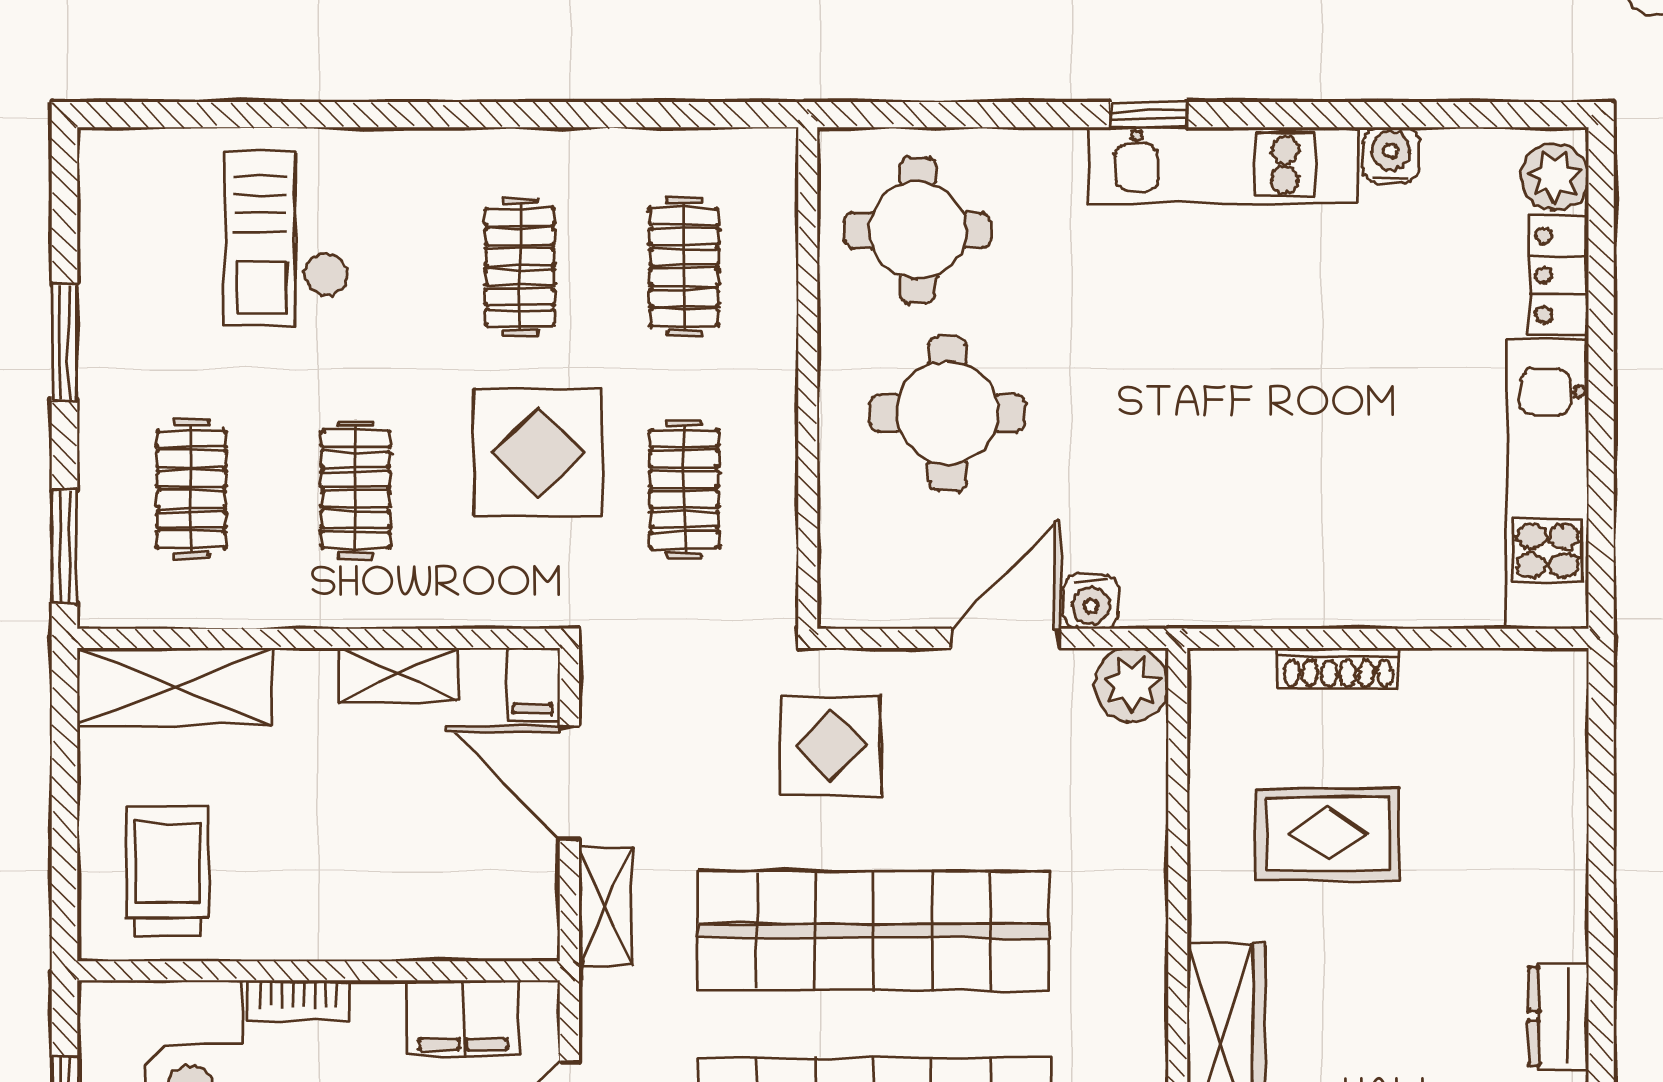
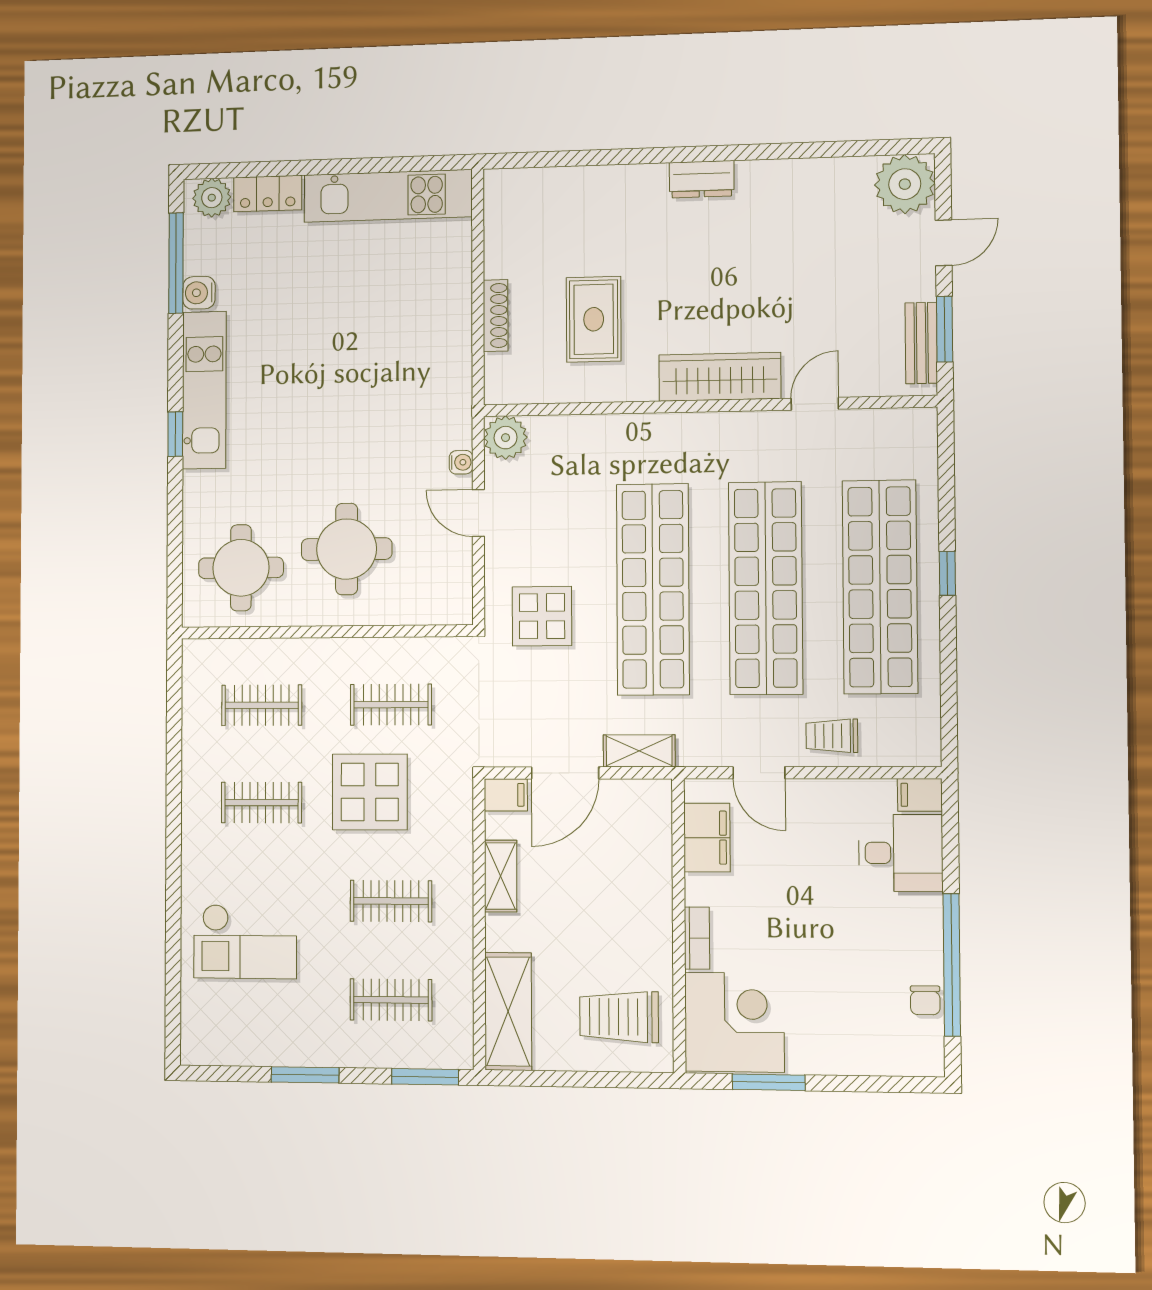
window: (1443, 115) -> (176, 263), added
water cooler: (1091, 601) -> (461, 462), width x0.72, depth x0.72
door: (1005, 638) -> (478, 513), width x0.73

